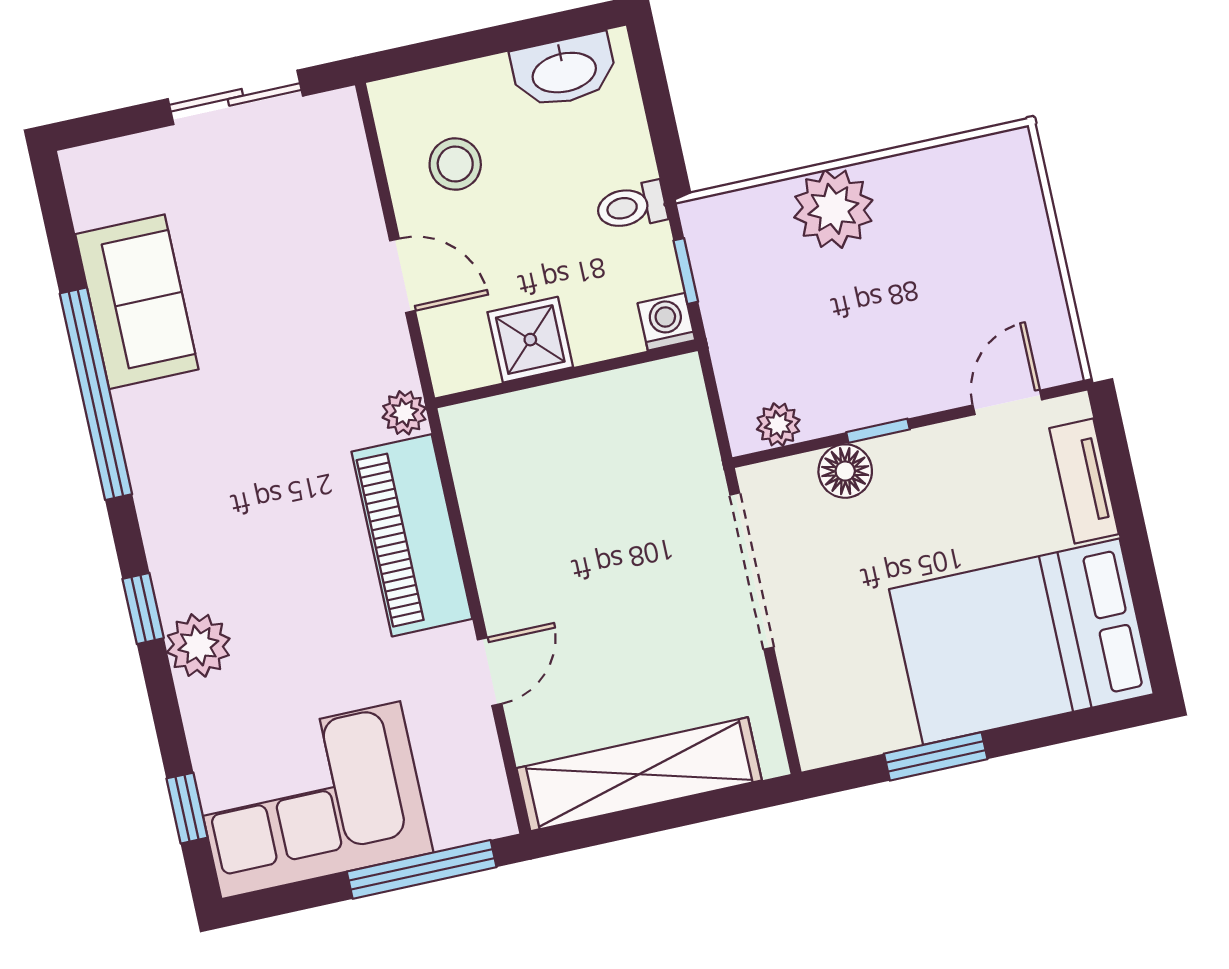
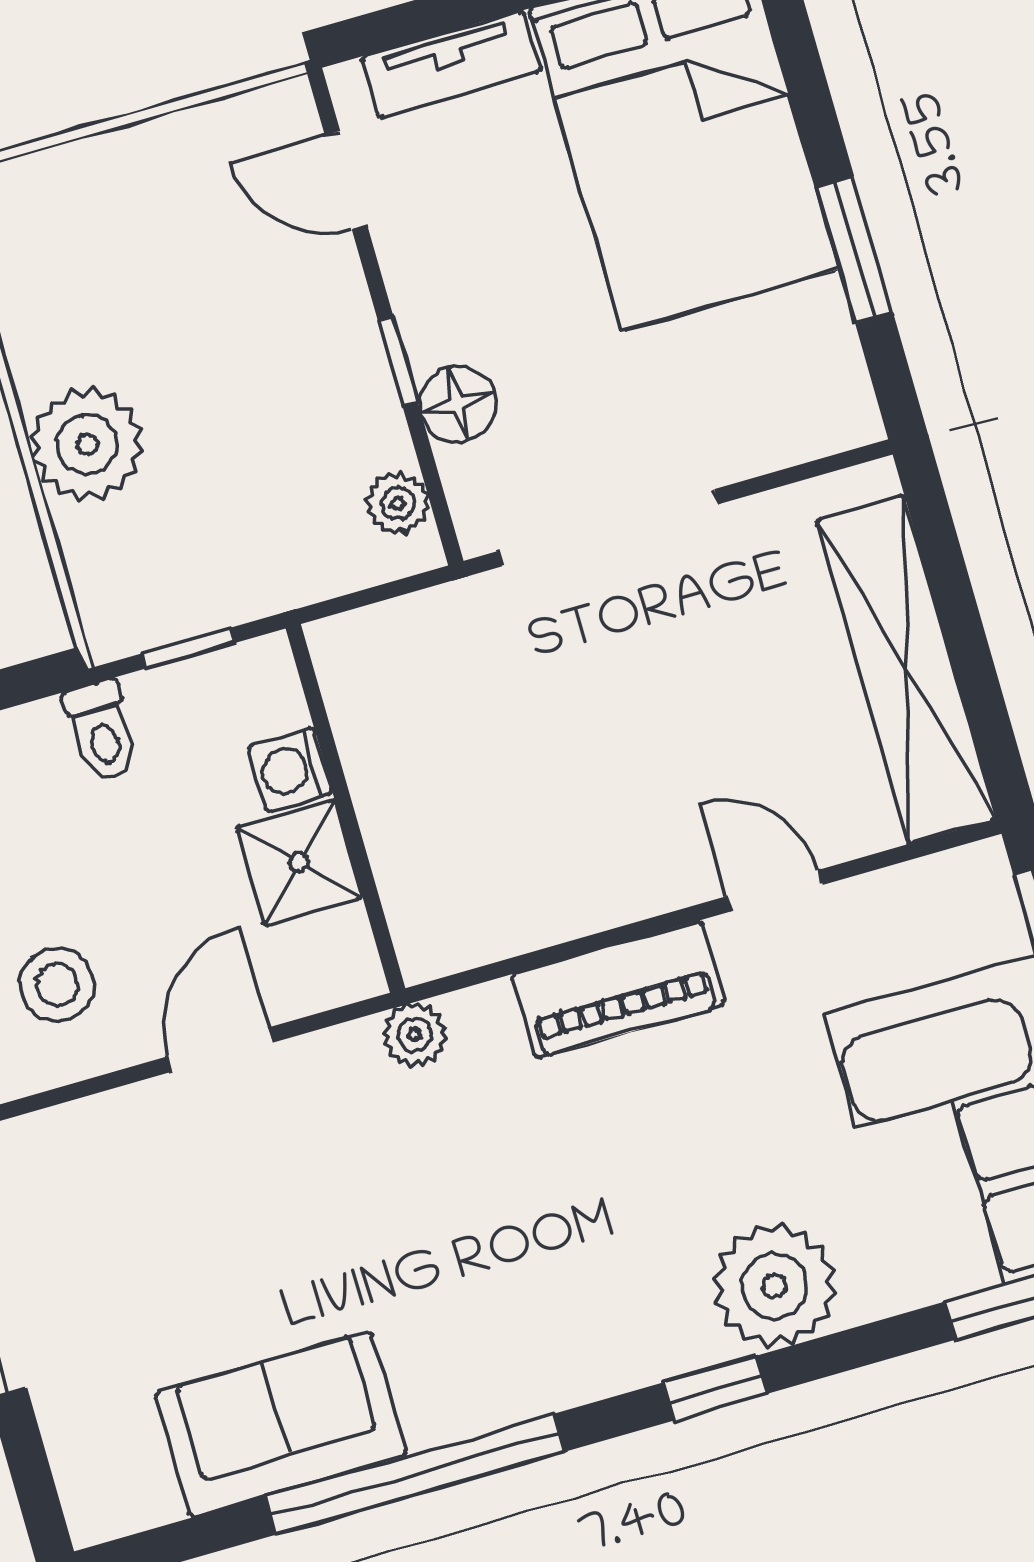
washing machine: (666, 322) -> (290, 769), moved
piano: (412, 535) -> (618, 989), width x0.73, depth x0.75
plant: (198, 645) -> (774, 1286), width x1.36, depth x1.36

